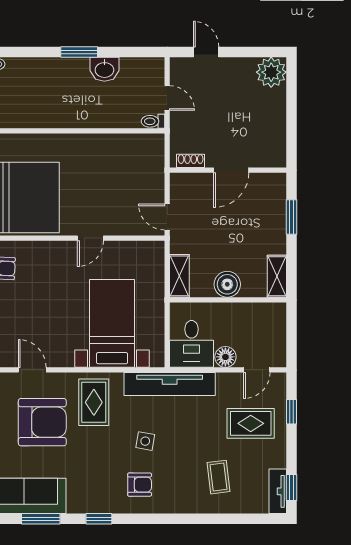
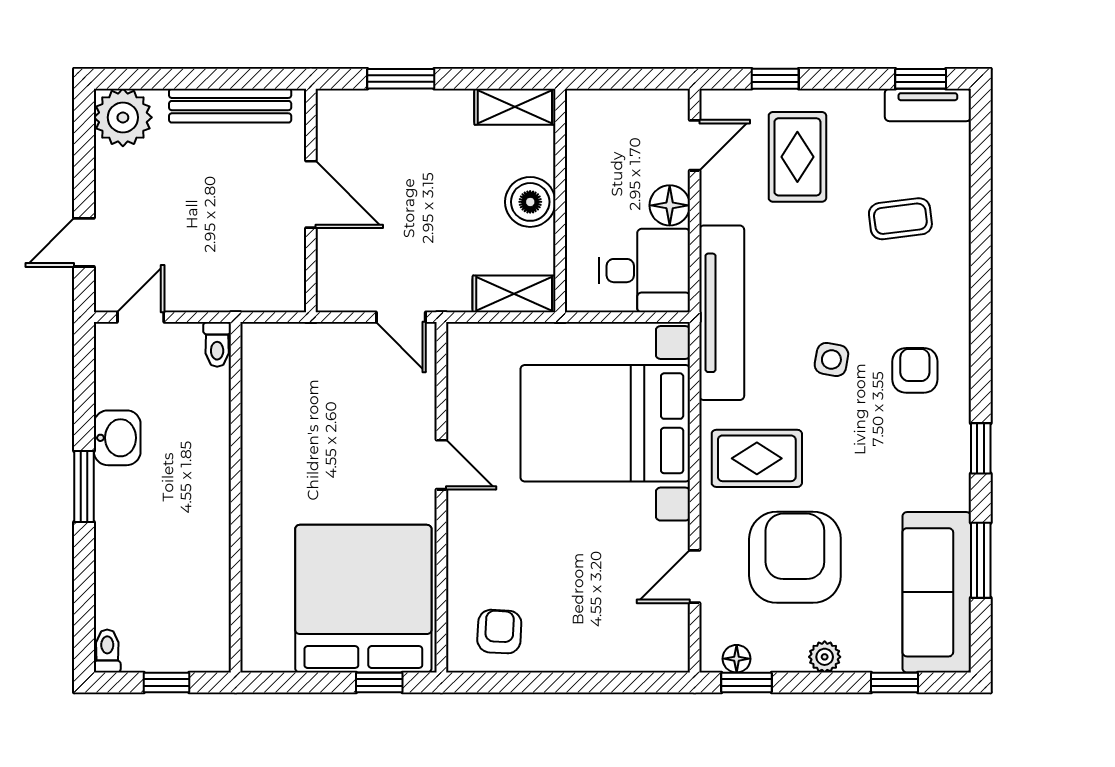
door: (167, 98) -> (141, 317), moved
bench: (277, 128) -> (230, 106), added
shoe rack: (191, 161) -> (293, 272), removed
door: (167, 217) -> (401, 317), hinge flipped
bed with nightstands: (112, 323) -> (605, 423), width x1.36
door: (257, 370) -> (695, 145), hinge flipped

